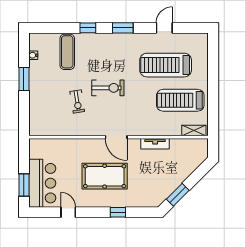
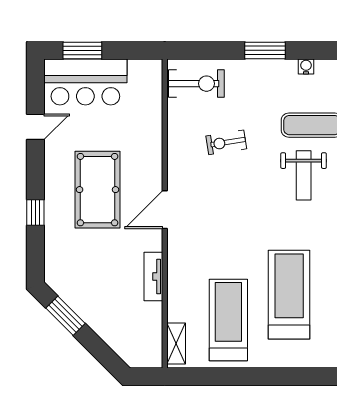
weight bench: (96, 57) -> (304, 175), added
exercise bike: (108, 88) -> (196, 84), moved, turned -90

